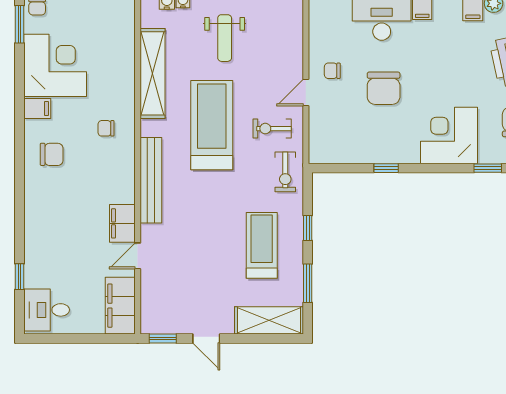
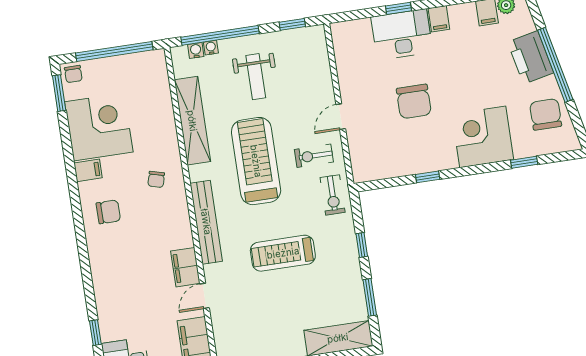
chair: (332, 71) -> (363, 92), removed
chair: (106, 128) -> (156, 179), turned -75
treadmill: (262, 245) -> (283, 253), moved, turned -90

